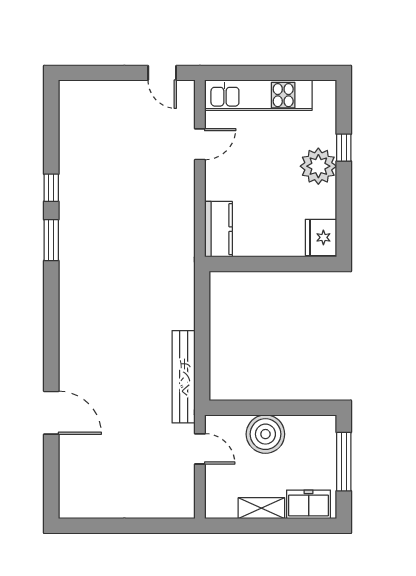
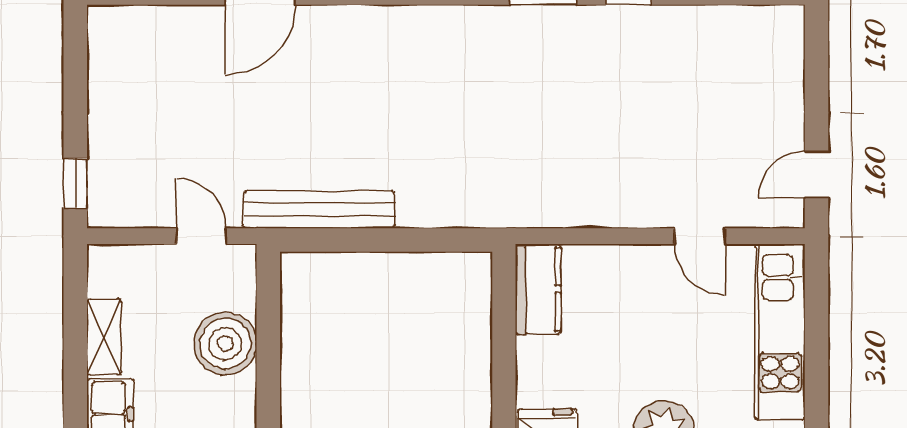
kitchen counter: (218, 229) -> (538, 289), moved, turned -90
door: (200, 449) -> (201, 236), swing flipped
window: (168, 526) -> (75, 183), added

